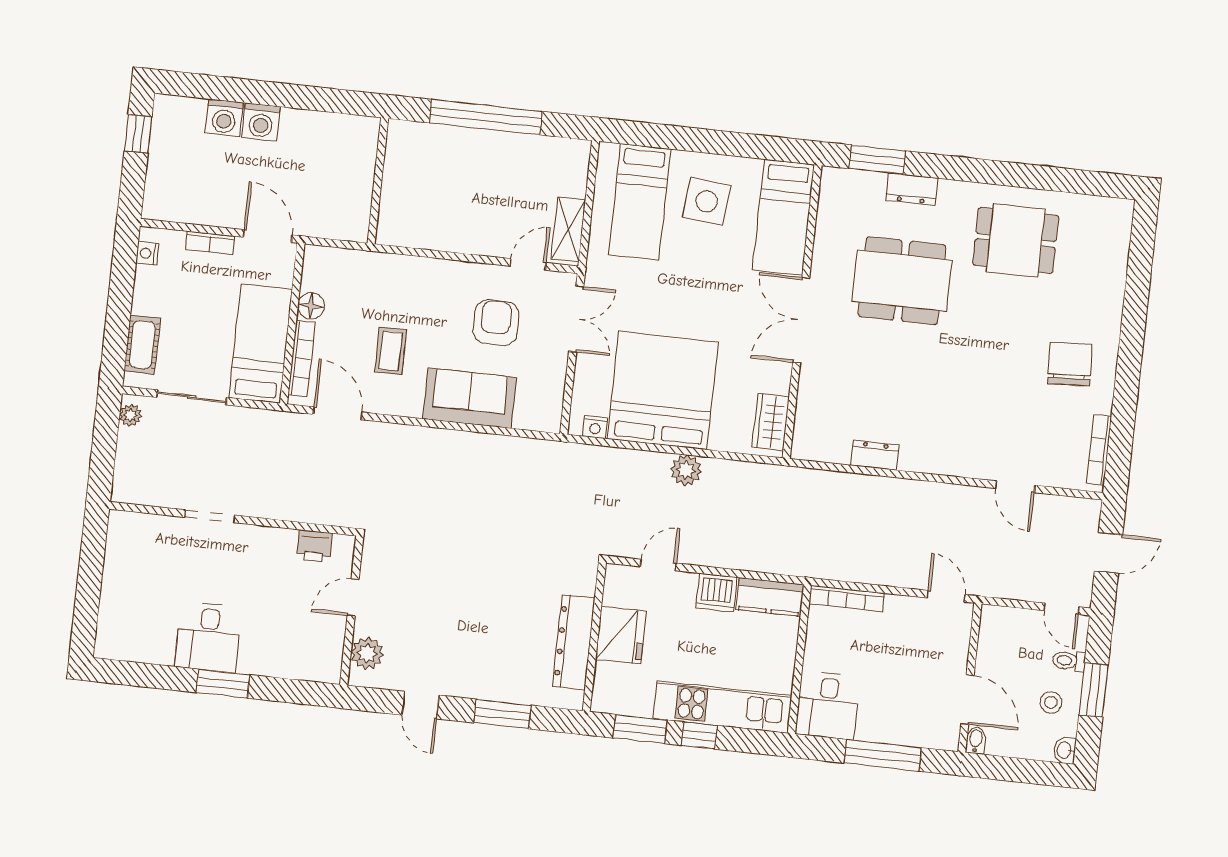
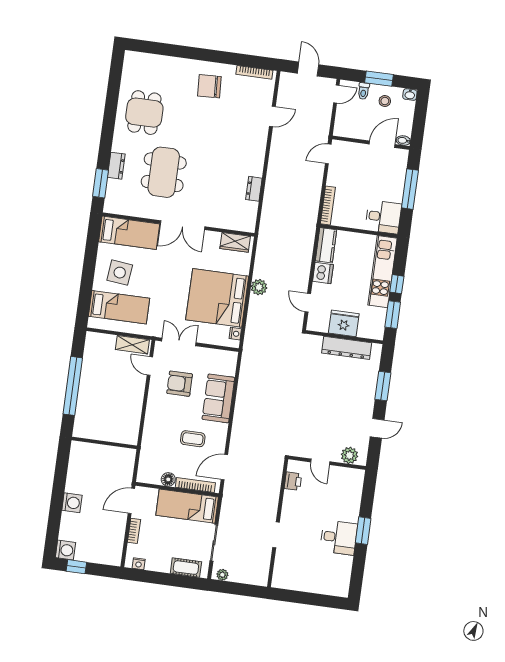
washing machine: (224, 118) -> (65, 550), moved

